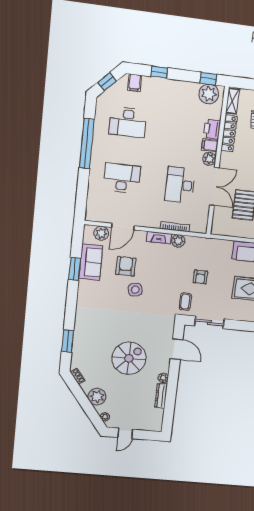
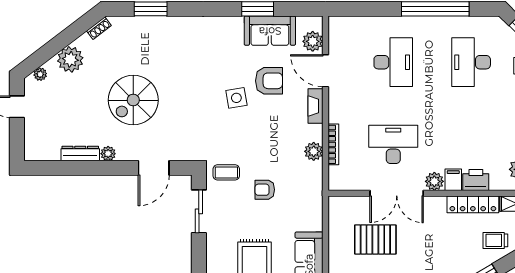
fireplace: (159, 238) -> (315, 106), moved
spiral stairs: (129, 358) -> (133, 100), turned 90

